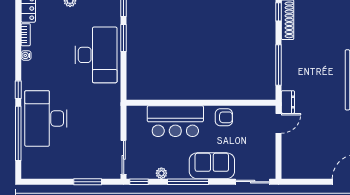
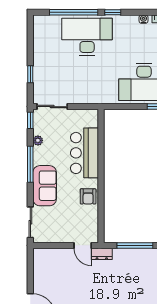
window: (88, 182) -> (30, 74), width x0.67

